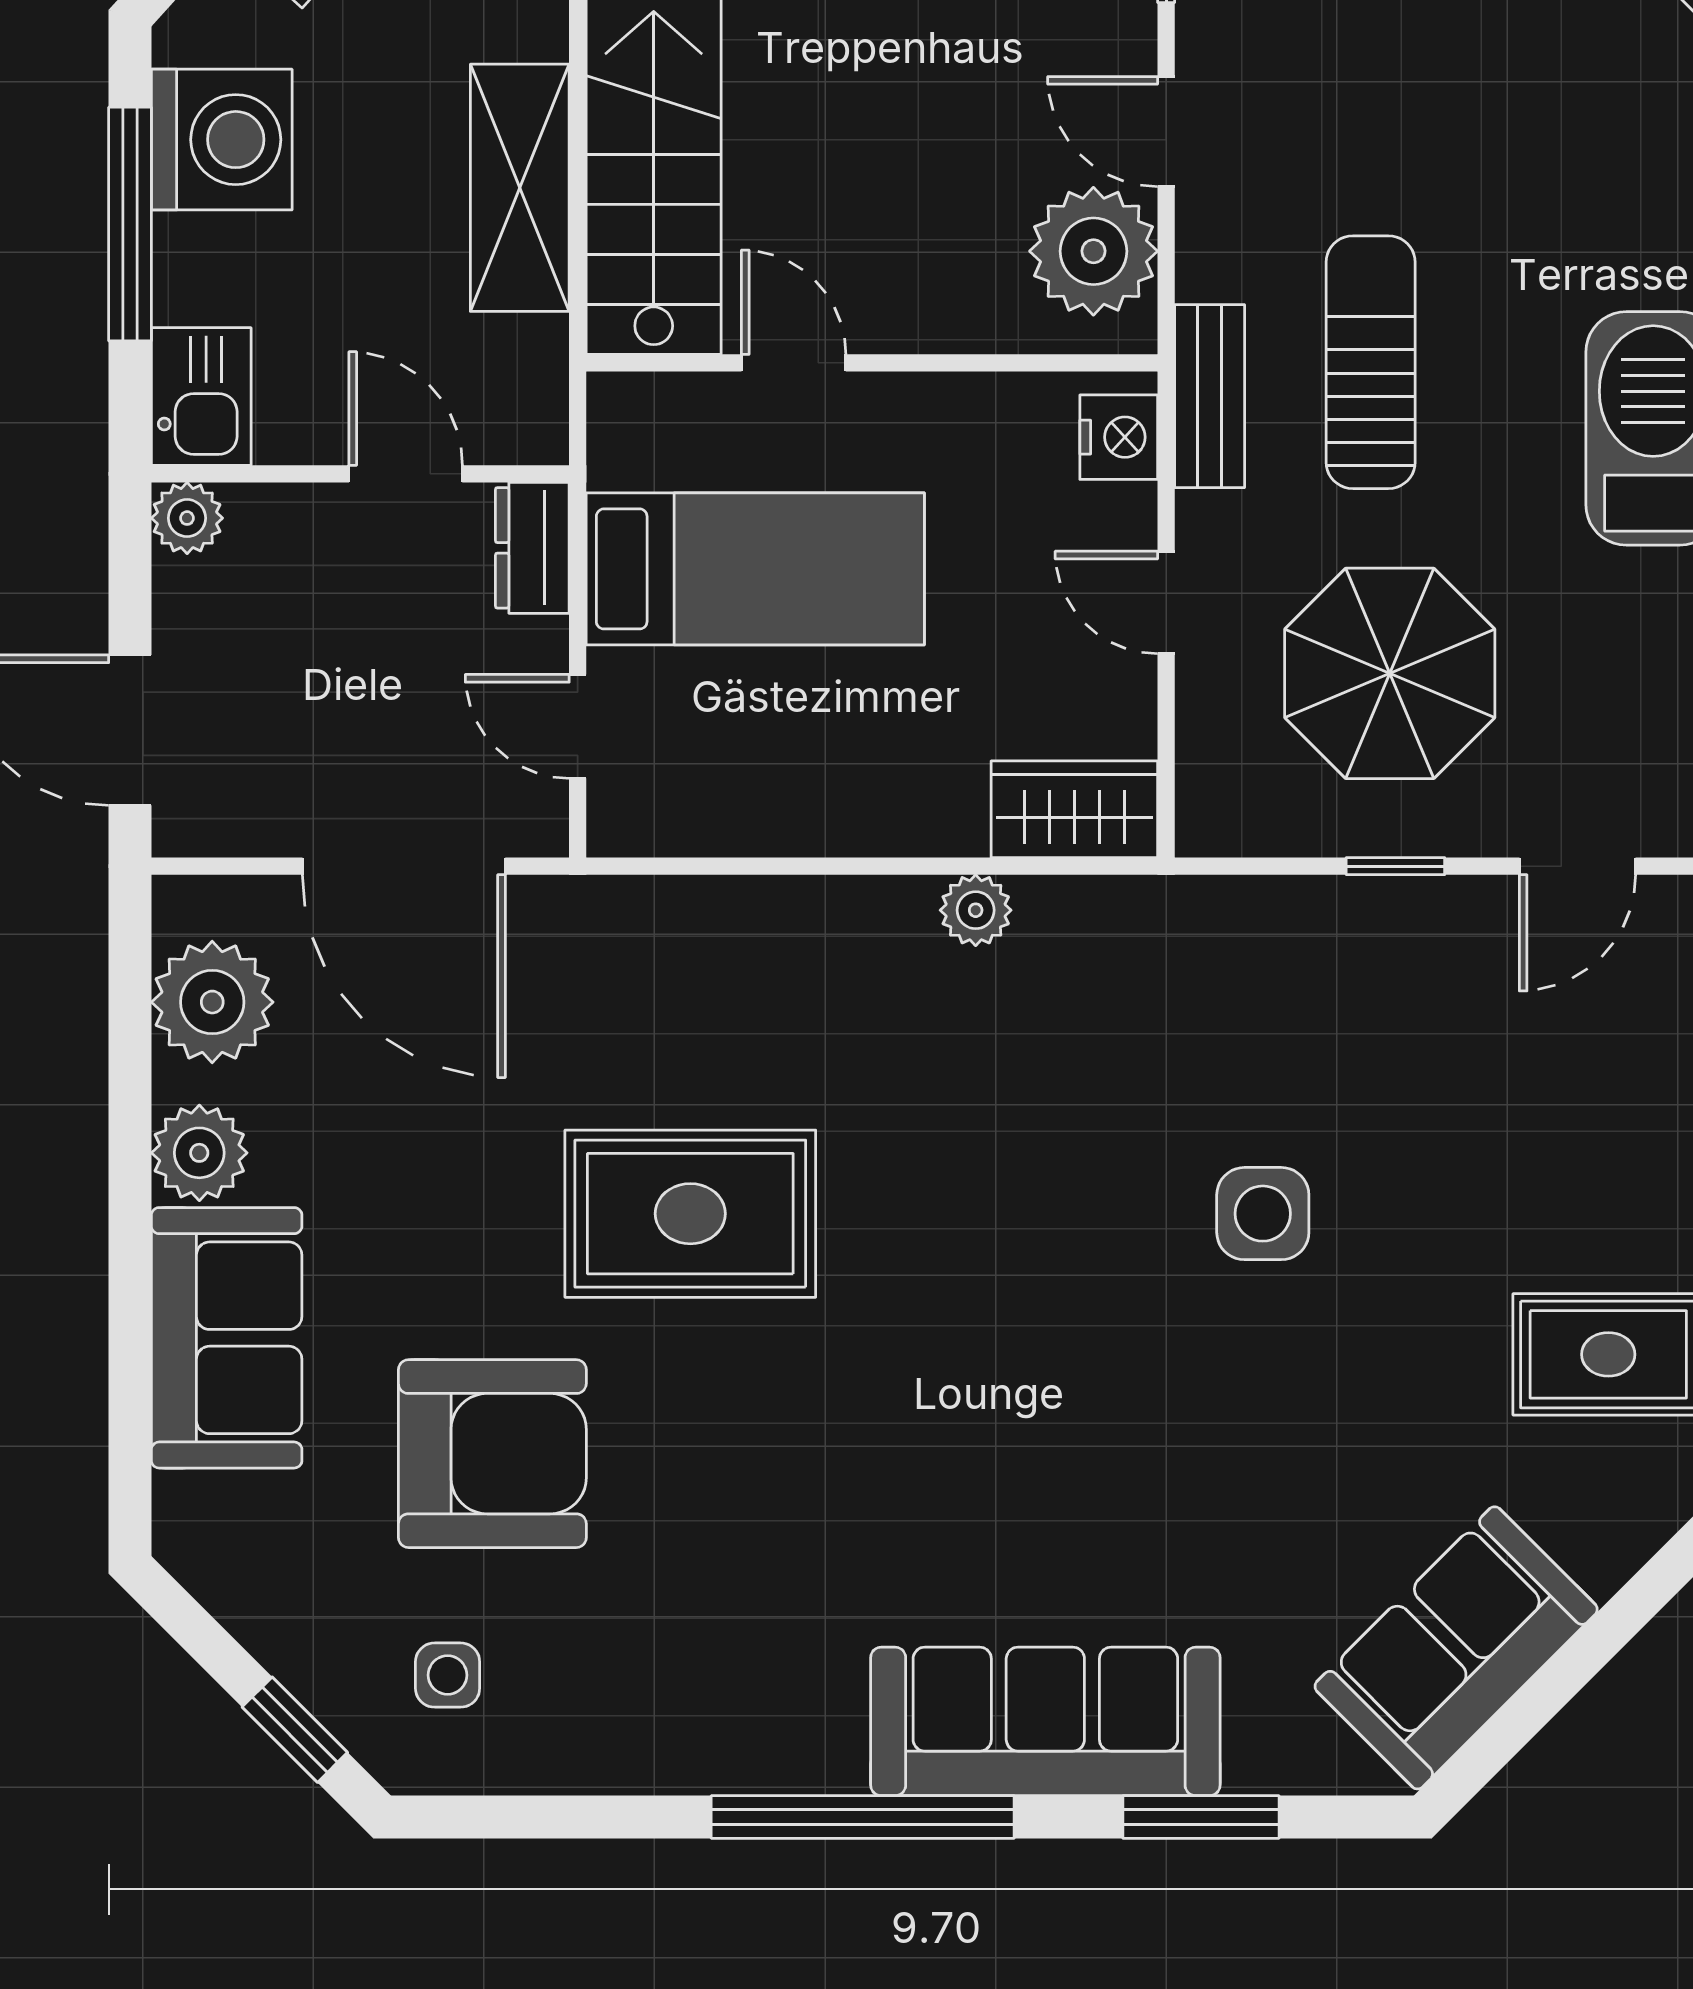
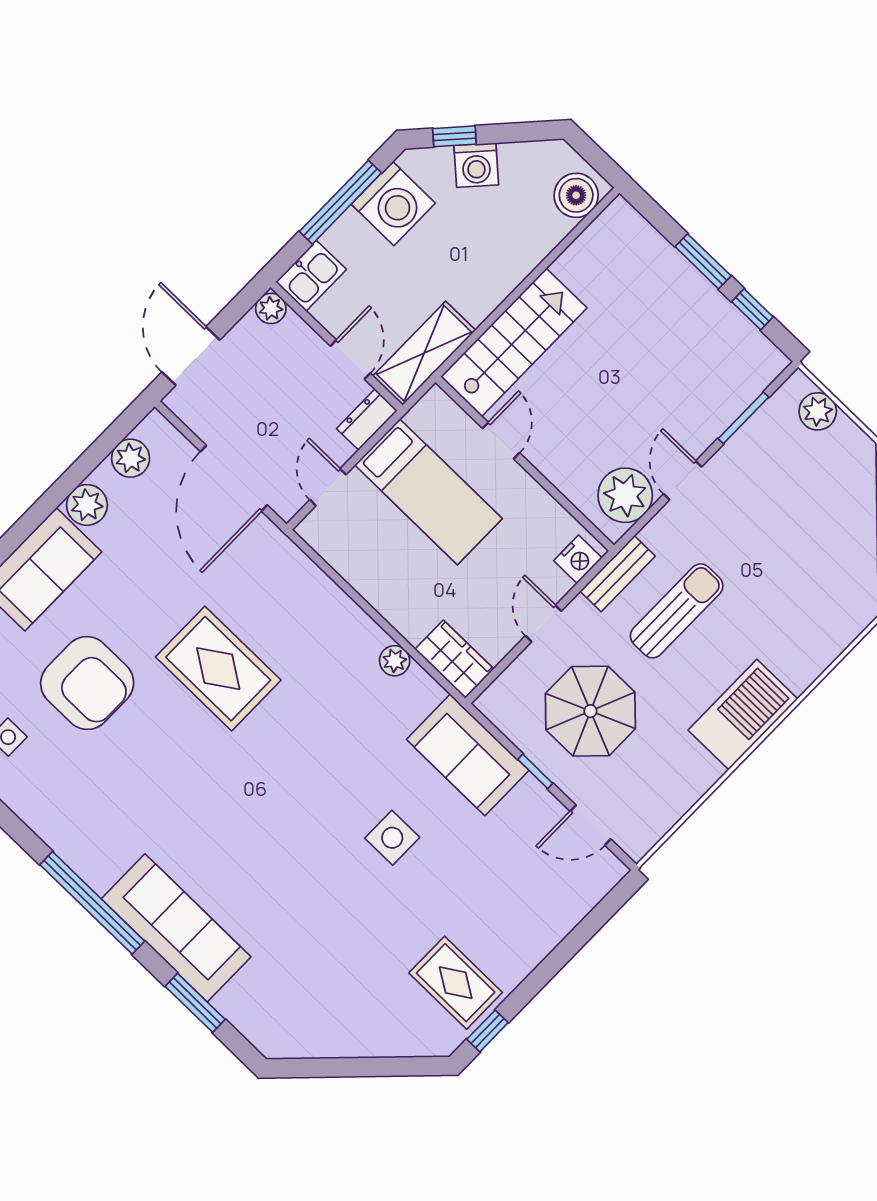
shelving: (520, 188) -> (424, 353), moved
plant: (212, 1002) -> (131, 458), width x0.73, depth x0.73
sofa: (1456, 1648) -> (468, 755), moved, turned -135

